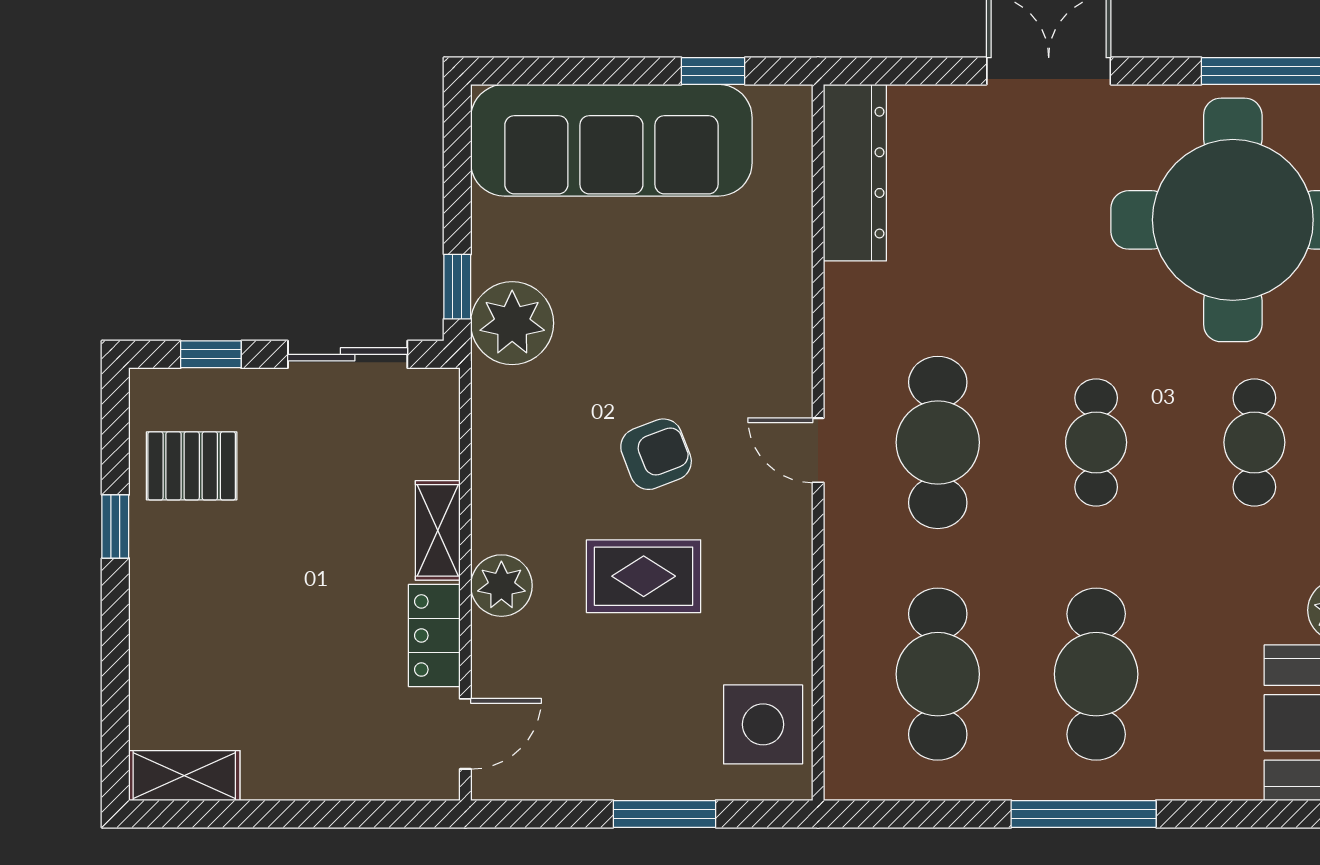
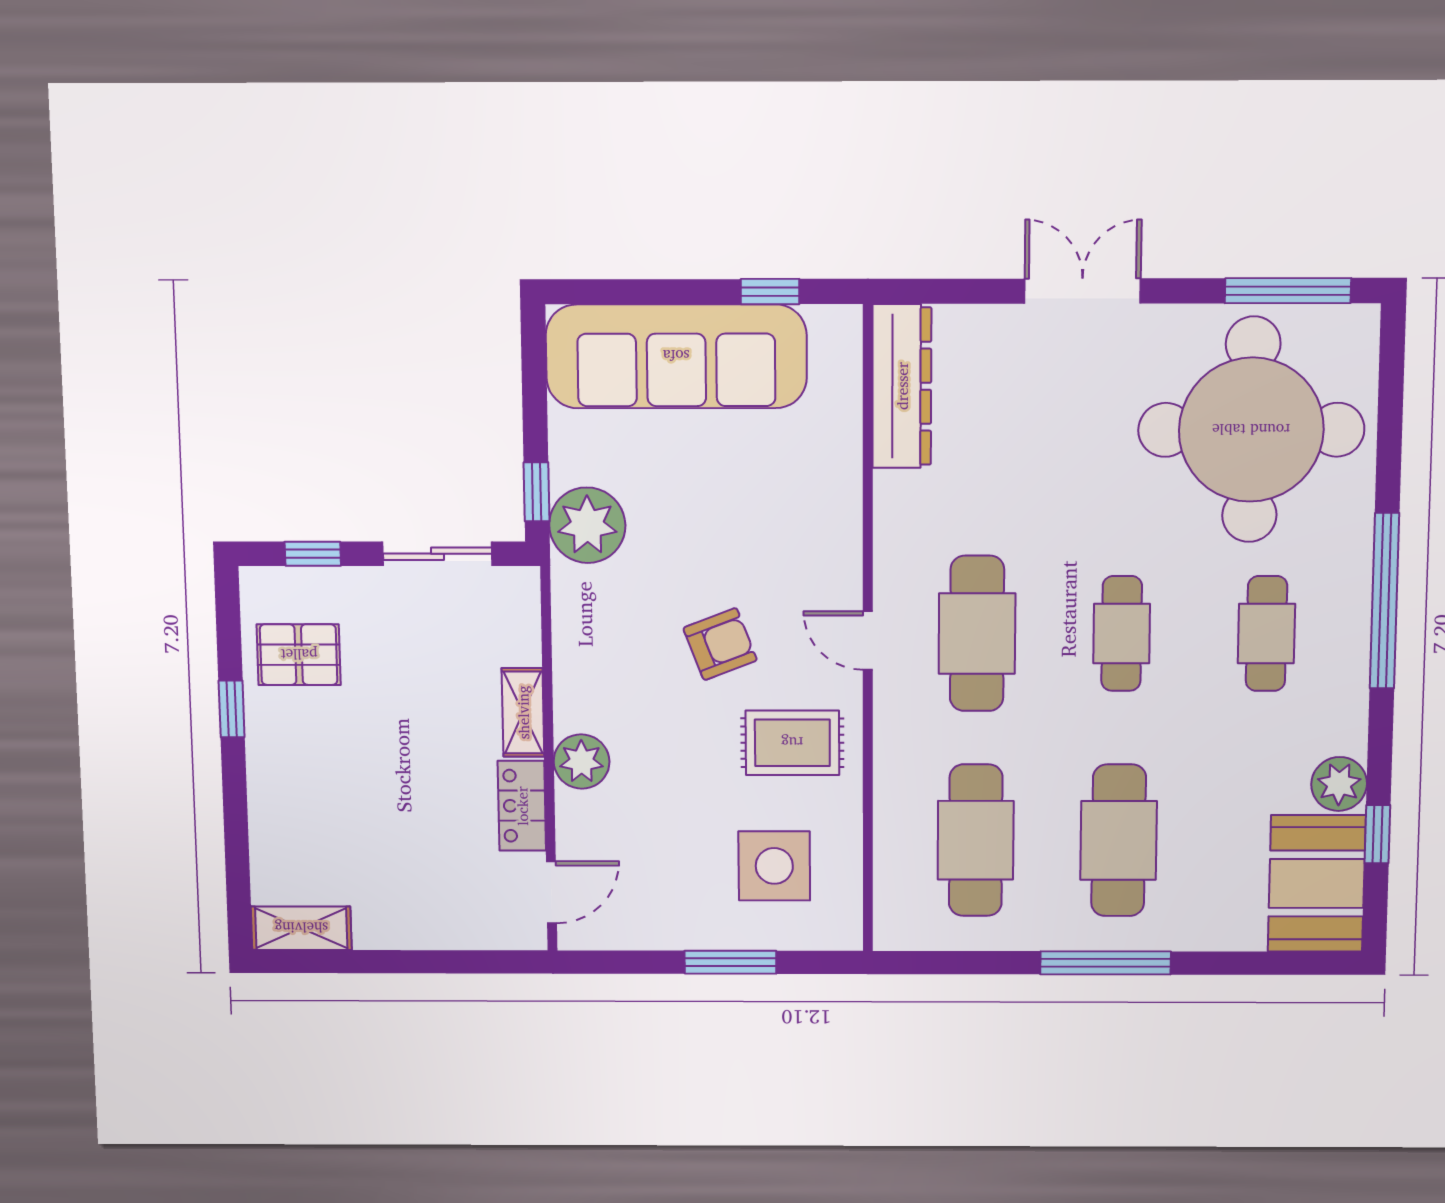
rug: (644, 576) -> (792, 743), moved
side table: (763, 724) -> (774, 866), moved

